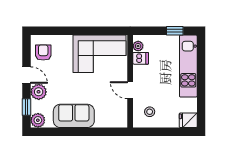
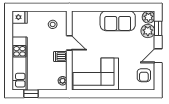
dishwasher: (141, 58) -> (60, 57), moved
door: (27, 75) -> (158, 56), hinge flipped
plant: (39, 92) -> (148, 31), moved

